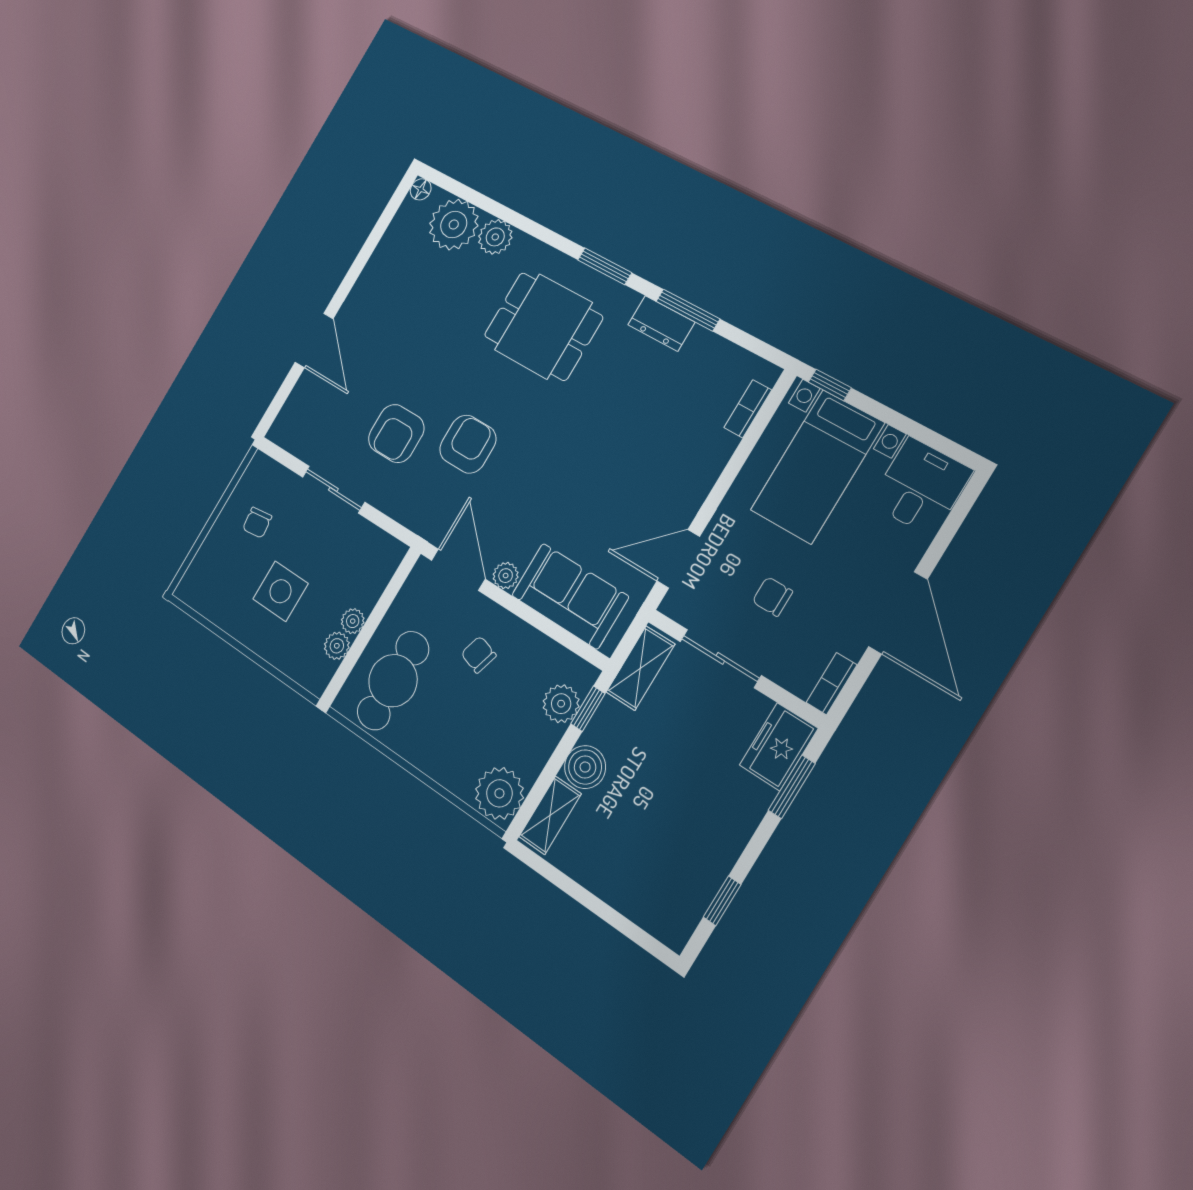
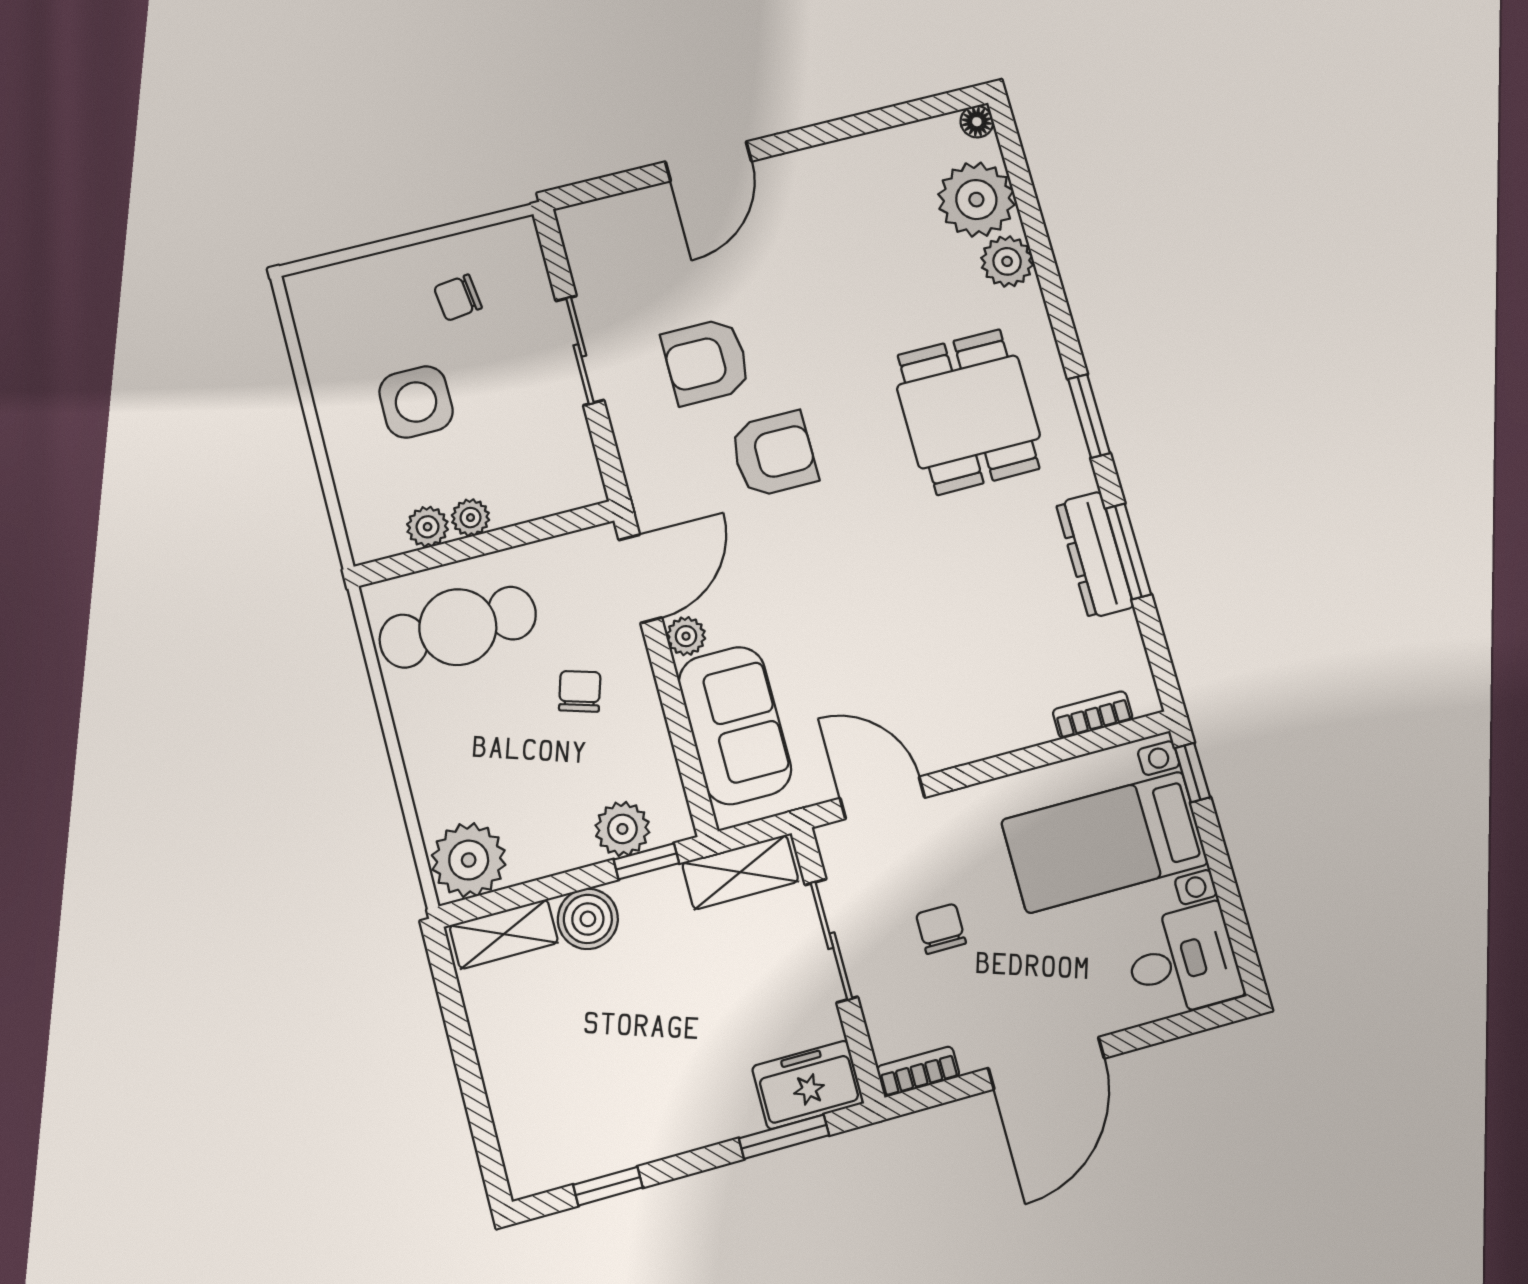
dresser: (661, 324) -> (1095, 555), width x1.44

